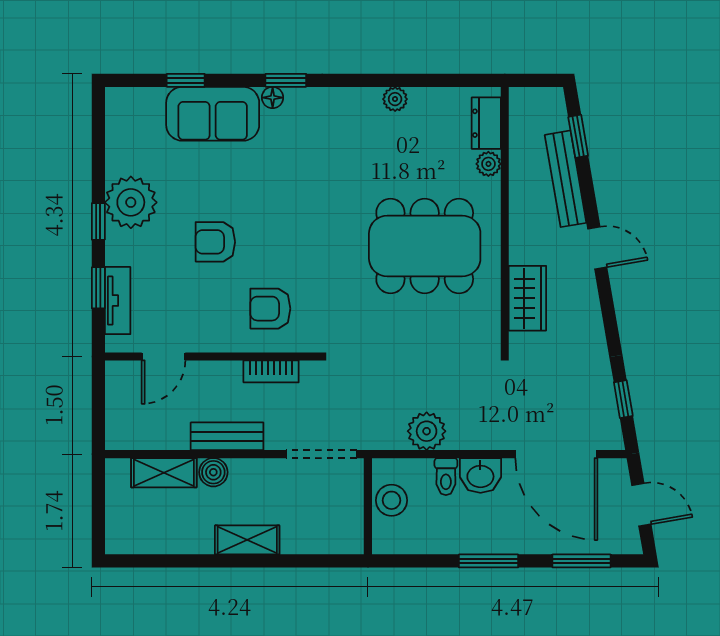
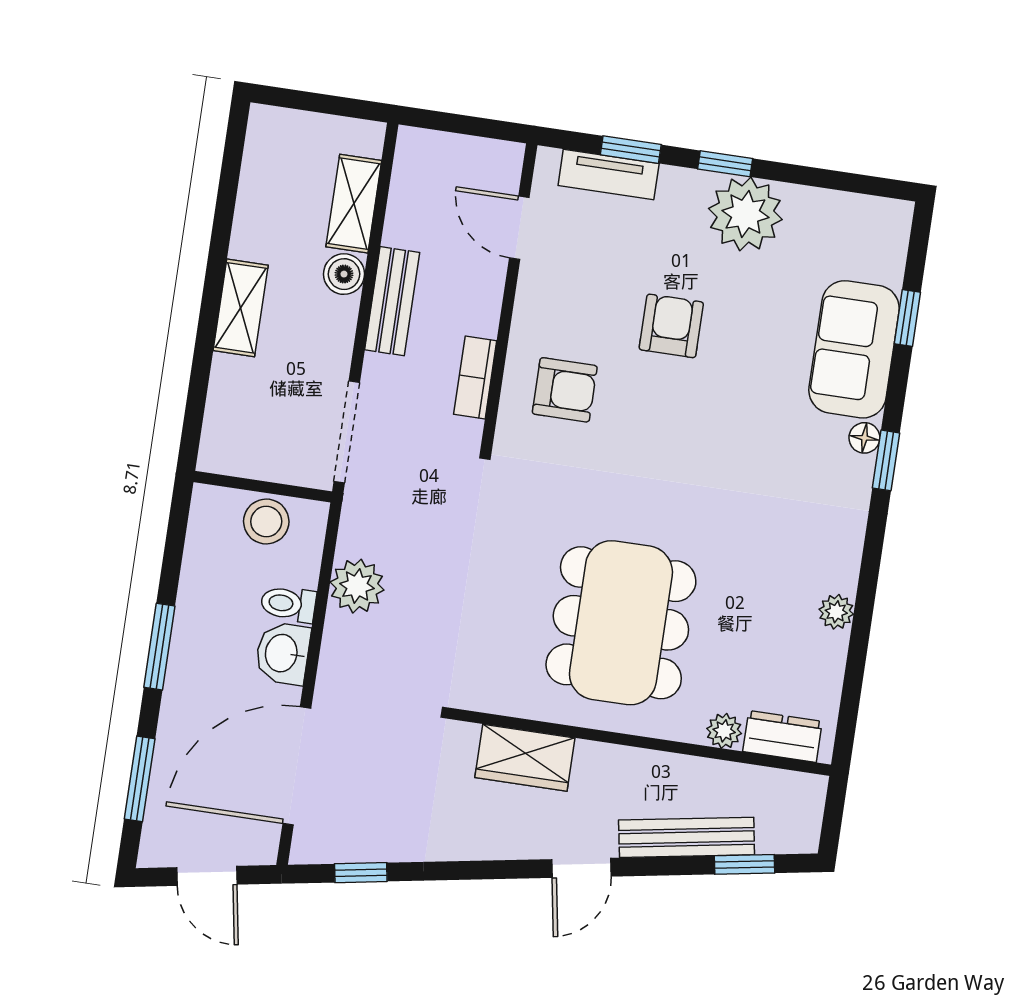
armchair: (270, 309) -> (565, 390), turned 90
door: (641, 505) -> (207, 876), hinge flipped

